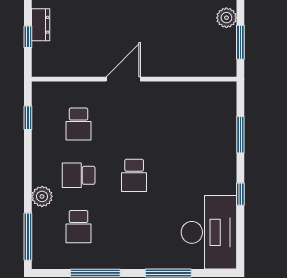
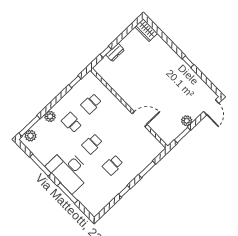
door: (123, 79) -> (140, 119), moved
school desk: (79, 227) -> (113, 165), moved
desk: (209, 232) -> (69, 170), moved, turned 90
plant: (43, 248) -> (30, 136), added

